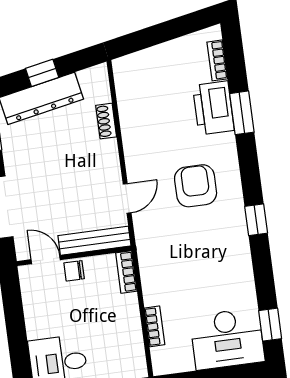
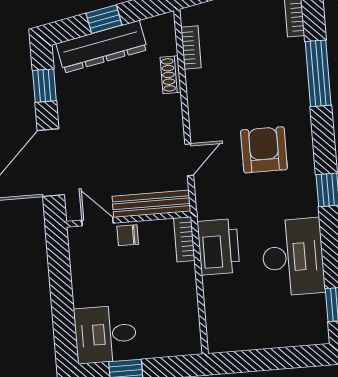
printer: (213, 108) -> (218, 247), moved, turned 180
window: (242, 113) -> (318, 73), width x1.44
bookcase: (155, 326) -> (191, 48), moved
desk: (227, 339) -> (293, 257), moved, turned -90

